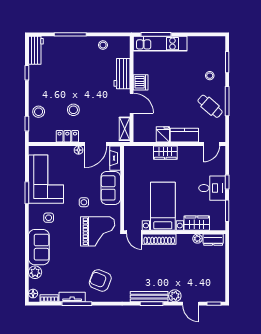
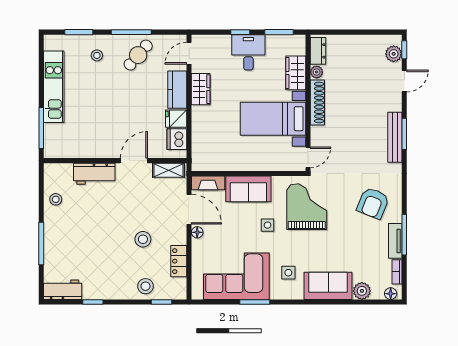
kitchen unit: (160, 44) -> (54, 87), moved
dishwasher: (141, 82) -> (177, 139), moved, turned -90
locker: (67, 136) -> (179, 261), moved
door: (211, 144) -> (189, 53), swing flipped
wardrobe: (165, 153) -> (201, 89), moved
shoe rack: (159, 239) -> (317, 102), moved
plant: (175, 296) -> (394, 54), moved

